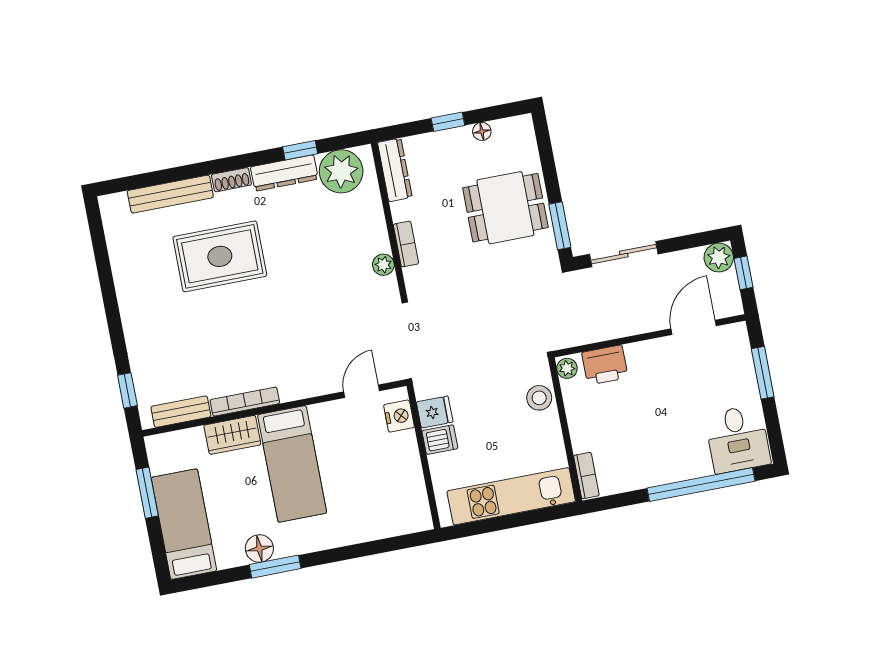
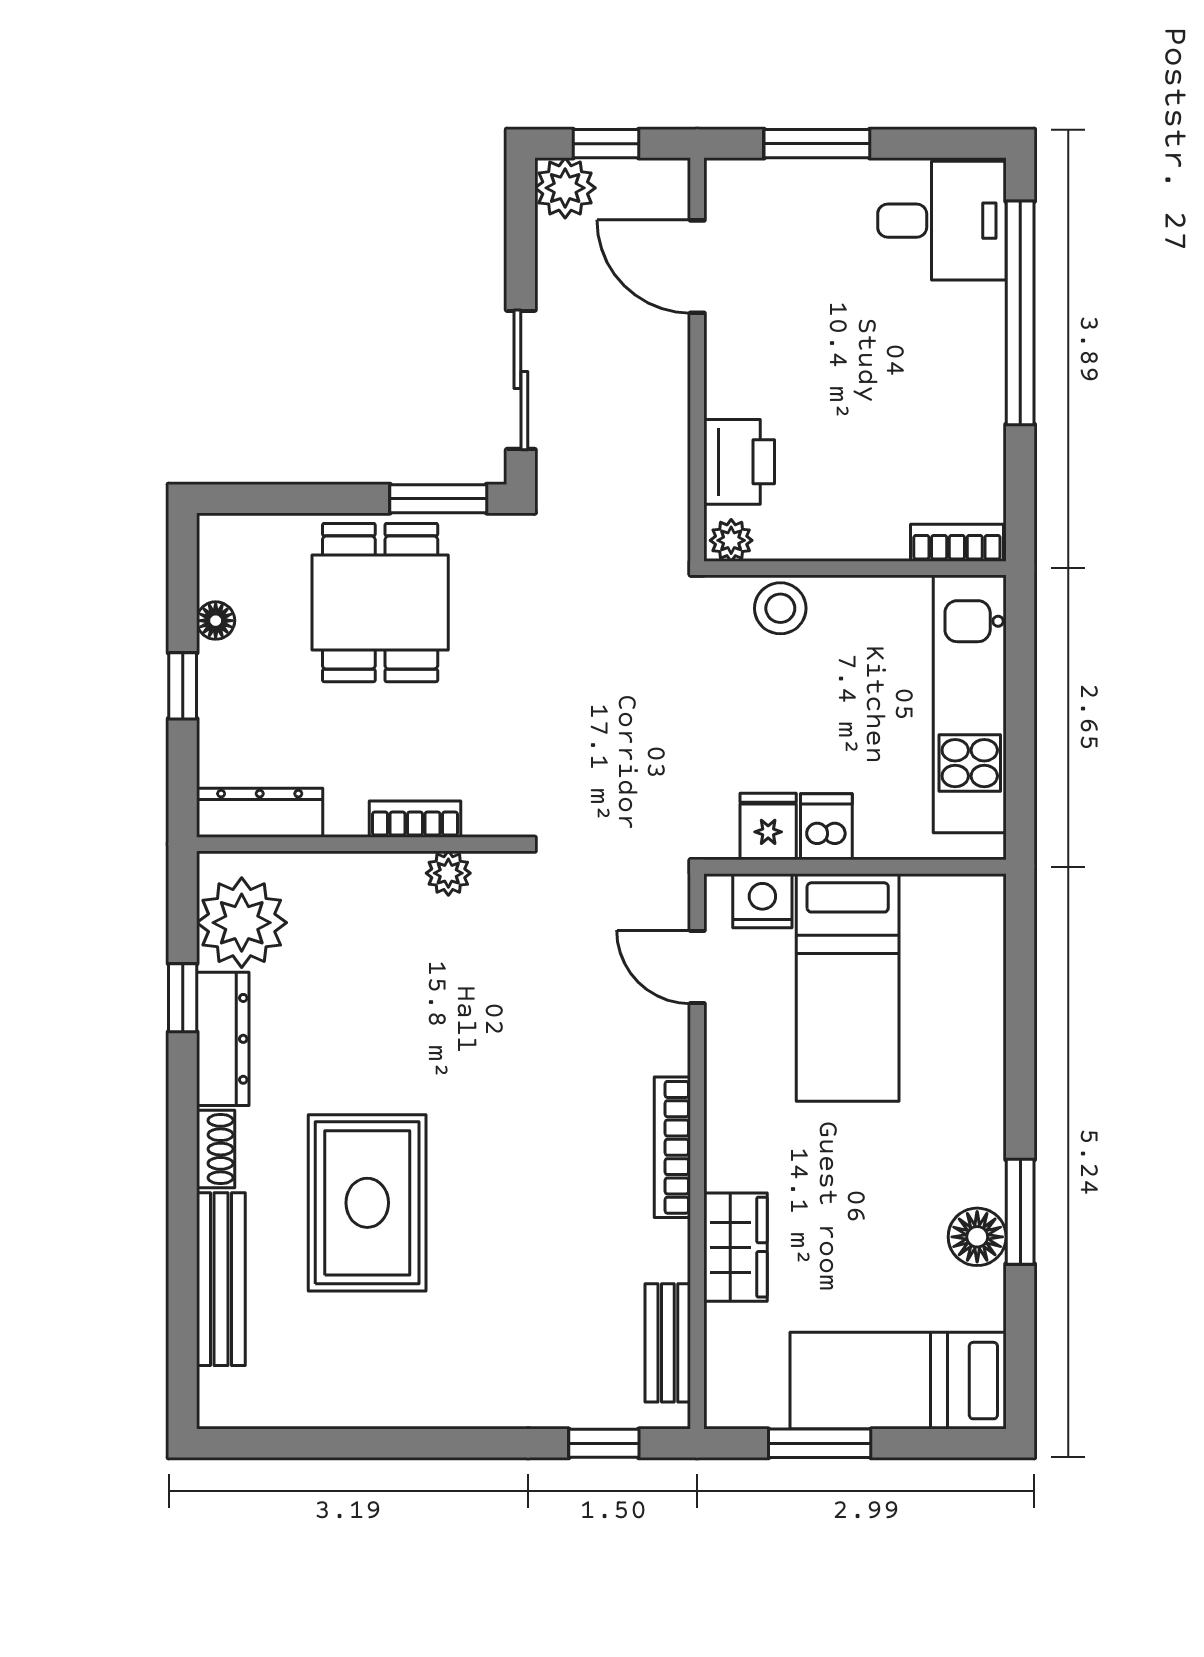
bookcase: (245, 402) -> (672, 1147), moved
bed: (292, 464) -> (848, 987), moved, turned 90

